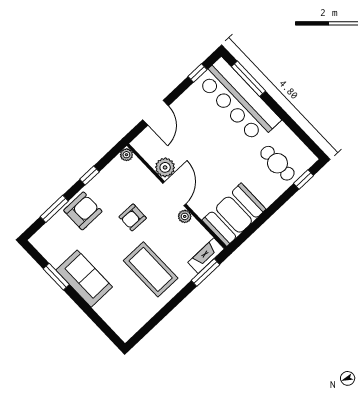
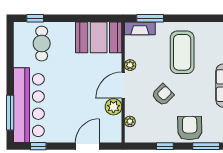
plant: (126, 155) -> (130, 121), moved
armchair: (83, 211) -> (190, 128), turned 89
armchair: (133, 217) -> (163, 95), turned -46

